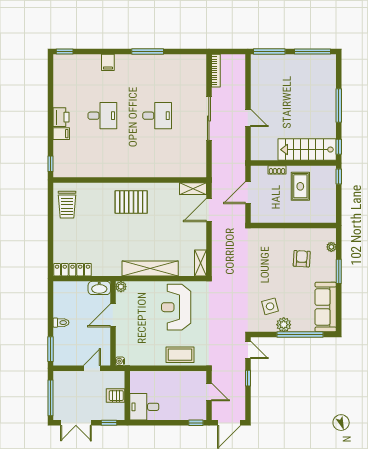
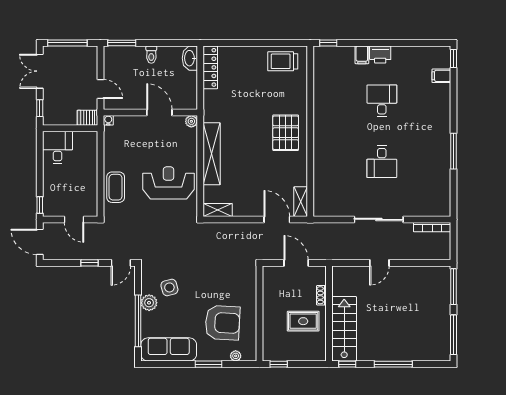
filing cabinet: (108, 62) -> (441, 76), moved
desk: (102, 116) -> (382, 101), turned 180
window: (339, 176) -> (279, 364), moved
armchair: (302, 259) -> (222, 323), width x1.88, depth x1.88
washbasin: (99, 288) -> (190, 58), moved
door: (209, 392) -> (74, 219), hinge flipped
server rack: (116, 396) -> (87, 118), moved, turned -90

